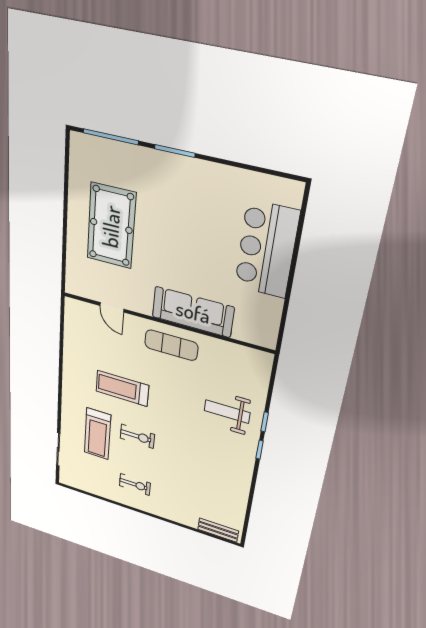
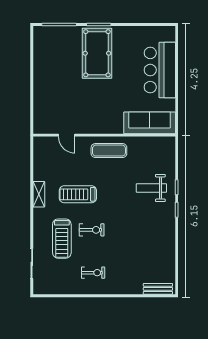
pool table: (111, 226) -> (97, 53), moved
sofa: (193, 312) -> (150, 123), moved
shelving: (70, 372) -> (39, 194), added

